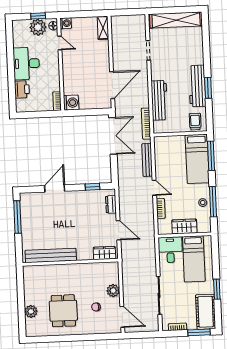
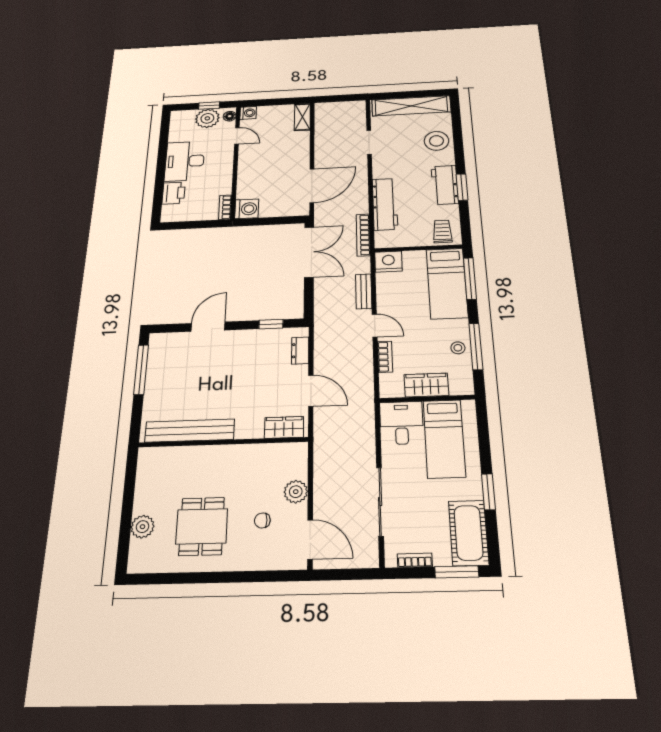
stool: (192, 50) -> (436, 141), added
workbench: (197, 86) -> (445, 185), width x0.73
nightstand: (162, 143) -> (388, 262), added
bench: (147, 160) -> (364, 291), width x0.73

